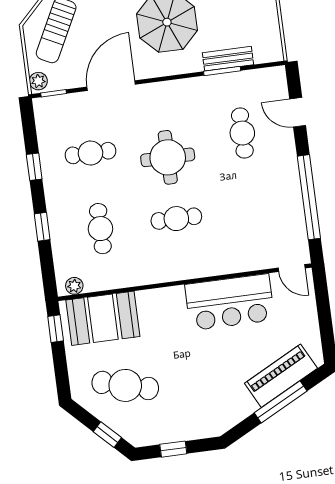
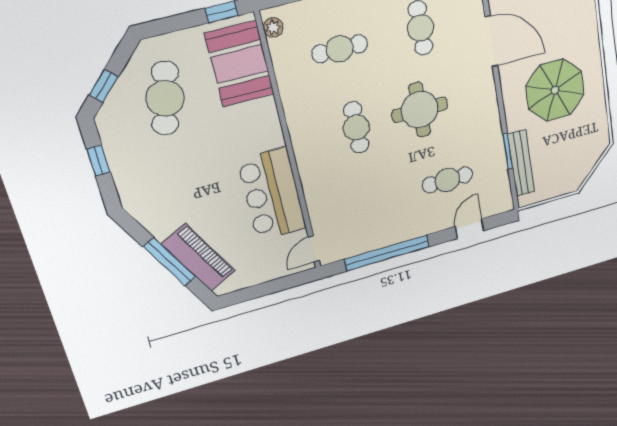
bench: (228, 59) -> (521, 163), width x1.36

